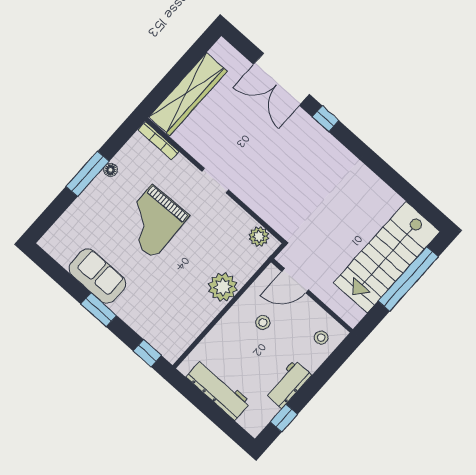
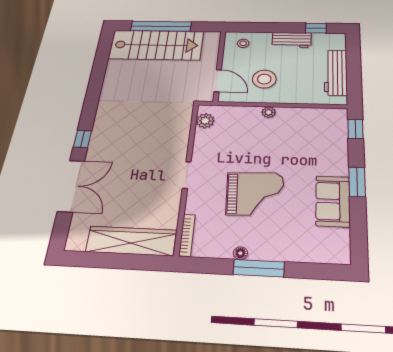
plant: (223, 287) -> (269, 112), width x0.53, depth x0.53
stool: (263, 322) -> (264, 79), width x1.89, depth x1.89

